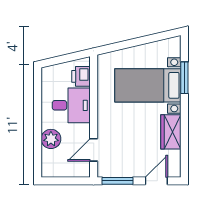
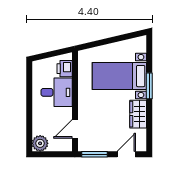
window: (184, 78) -> (149, 86), moved
plant: (51, 139) -> (40, 143), moved

